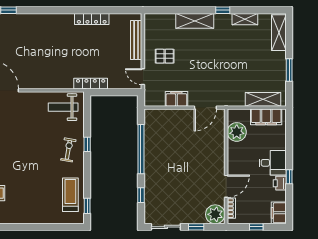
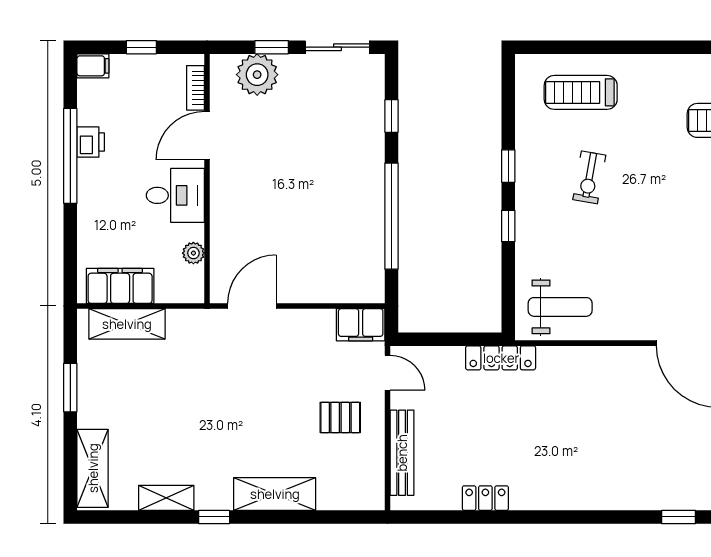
locker: (92, 19) -> (485, 498), width x0.66
filing cabinet: (176, 99) -> (361, 325), moved
plant: (237, 132) -> (193, 253), width x0.53, depth x0.53
exercise bike: (68, 150) -> (589, 177), moved
desk: (273, 163) -> (175, 195), moved, turned 180
window: (289, 177) -> (70, 156), width x3.17
treadmill: (70, 195) -> (581, 92), moved, turned 90
window: (87, 206) -> (508, 166), moved
filing cabinet: (279, 213) -> (93, 66), width x0.50
plant: (215, 214) -> (257, 75), moved

